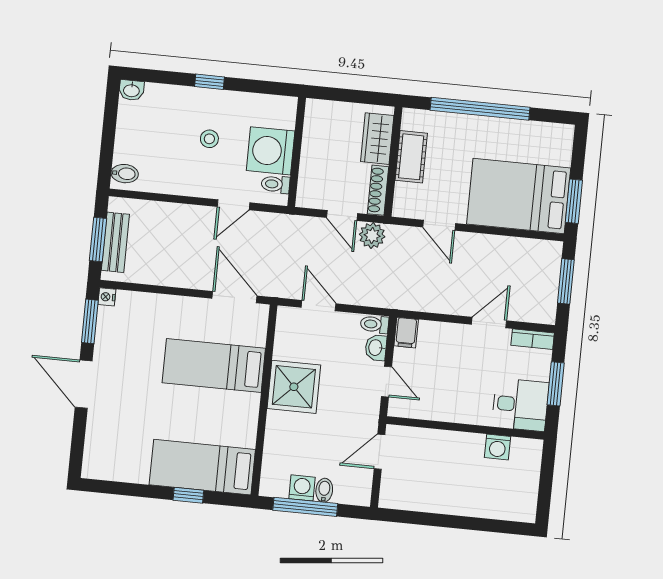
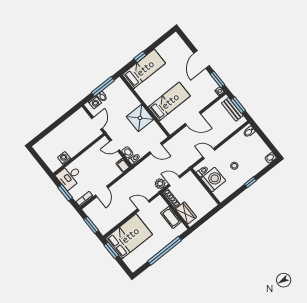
door: (234, 205) -> (209, 154), hinge flipped
door: (235, 297) -> (193, 119), moved
door: (84, 384) -> (202, 59), swing flipped
washing machine: (302, 488) -> (95, 102), moved

